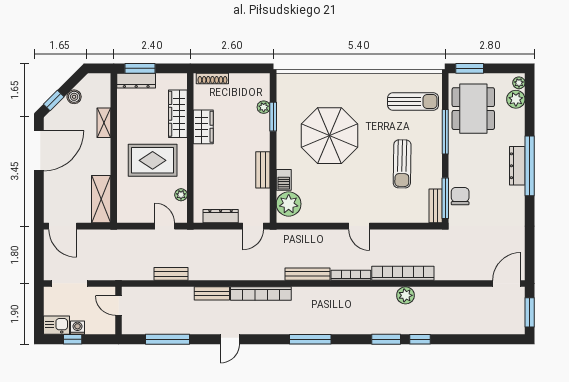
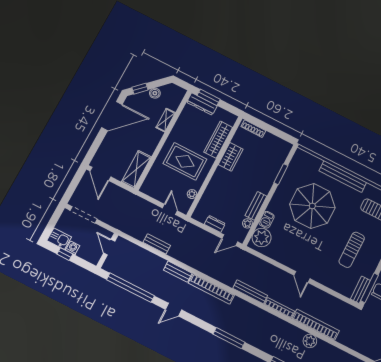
bench: (348, 81) -> (343, 176), added
plant: (264, 107) -> (247, 223), moved
dresser: (221, 216) -> (215, 224), width x0.70
window: (168, 339) -> (130, 288), width x1.46

